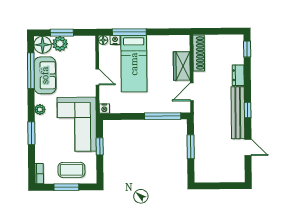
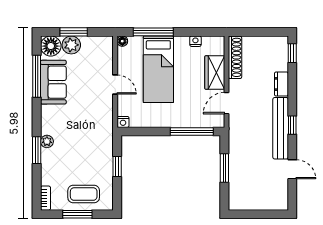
nightstand: (115, 40) -> (195, 41), moved
plant: (40, 110) -> (47, 141), moved
corner sofa: (77, 124) -> (90, 140), removed

